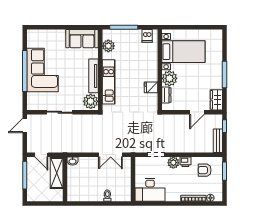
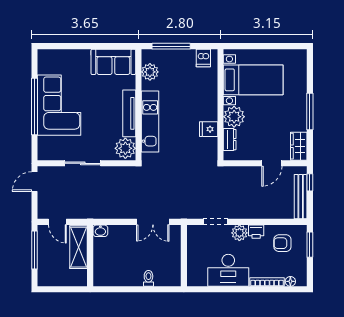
bench: (218, 141) -> (301, 197), width x1.36
desk: (150, 190) -> (228, 270), moved

